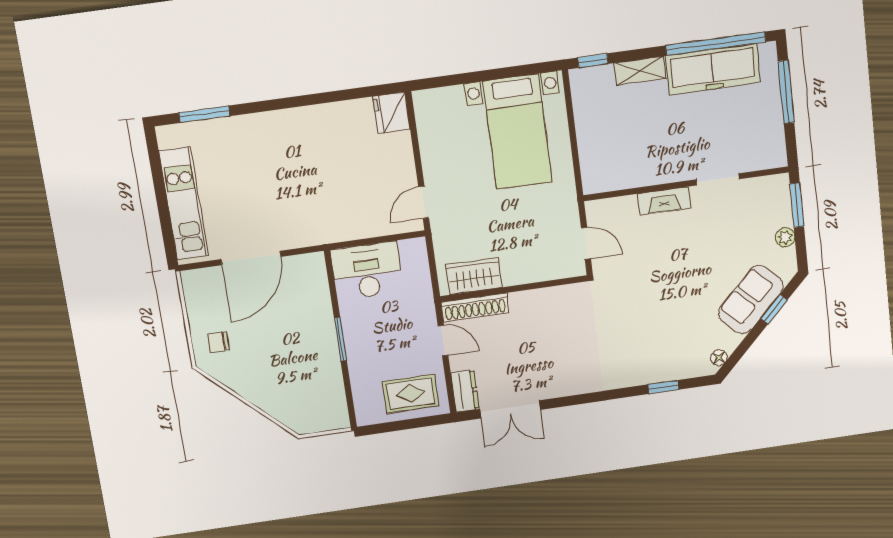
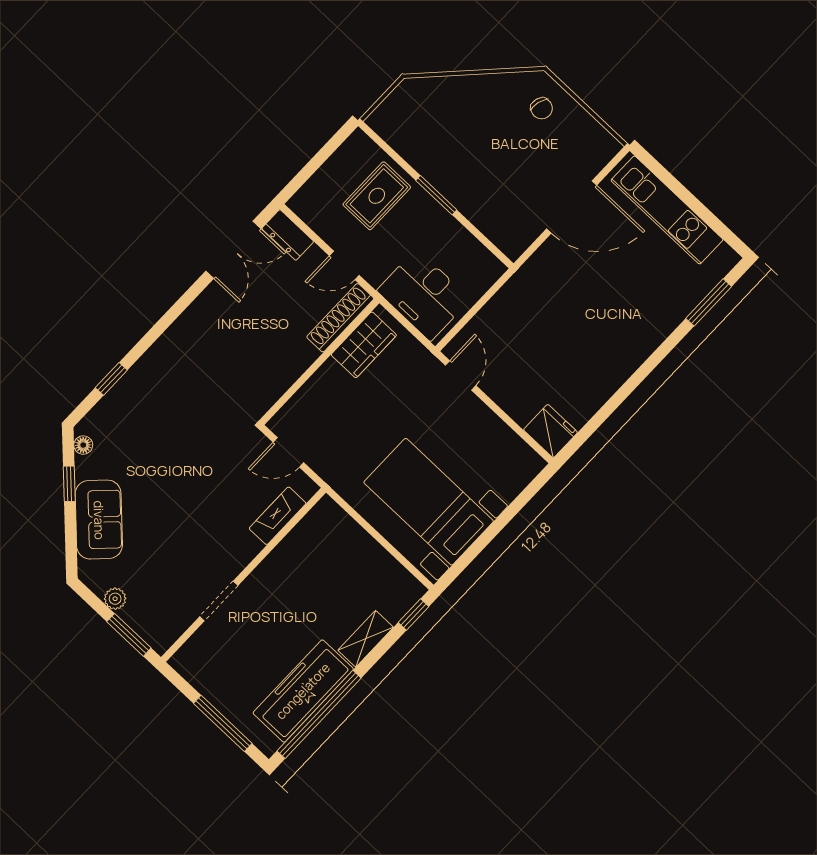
fireplace: (664, 201) -> (278, 516), moved
door: (251, 258) -> (572, 207), swing flipped
desk: (367, 271) -> (423, 295), moved, turned 90
window: (774, 309) -> (69, 484), moved
chair: (218, 342) -> (542, 108), turned 105
rug: (411, 394) -> (377, 196), moved
double door: (510, 409) -> (233, 250), swing flipped

